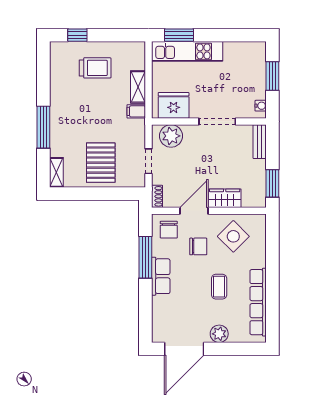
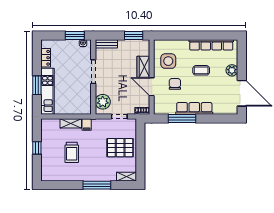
window: (77, 35) -> (37, 148), moved
window: (179, 35) -> (37, 85), moved
locker: (238, 49) -> (46, 58), added
trolley: (95, 68) -> (72, 152), moved, turned 180
window: (272, 76) -> (75, 36), moved
fridge: (174, 105) -> (83, 100), removed
chair: (169, 230) -> (164, 103), removed
side table: (233, 236) -> (168, 61), turned 45
row of seats: (161, 276) -> (194, 108), width x1.48

